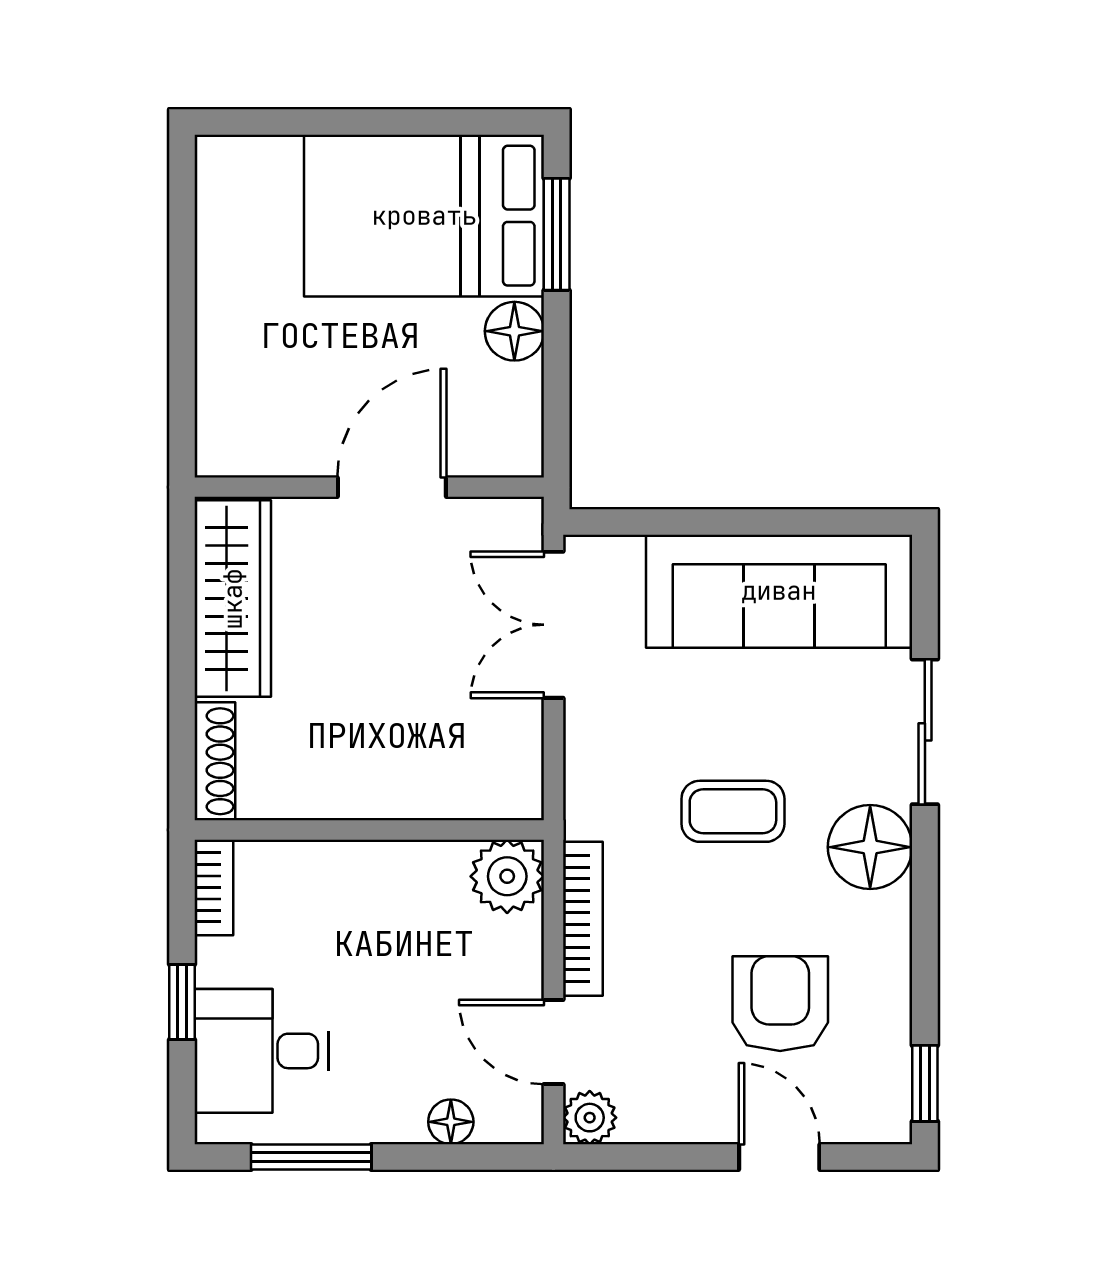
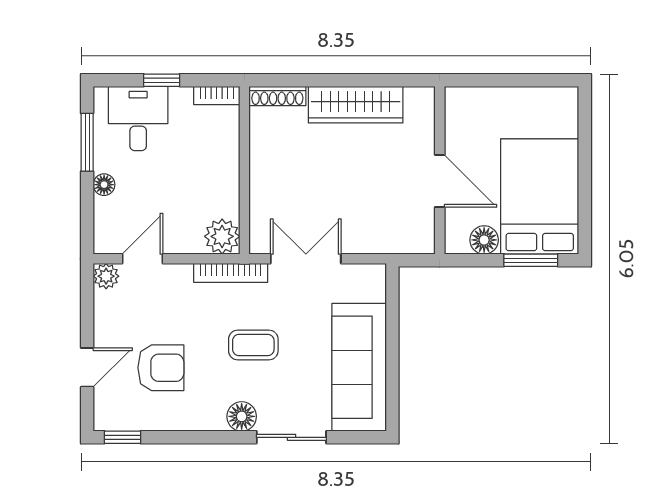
wall: (369, 487) -> (440, 170), moved
door: (392, 487) -> (440, 181), moved
double door: (553, 625) -> (306, 259), moved
coffee table: (733, 811) -> (253, 345), turned 90
floor lamp: (870, 847) -> (242, 416), width x0.73, depth x0.73
bookcase: (583, 919) -> (231, 273), moved
floor lamp: (451, 1122) -> (104, 185), moved

